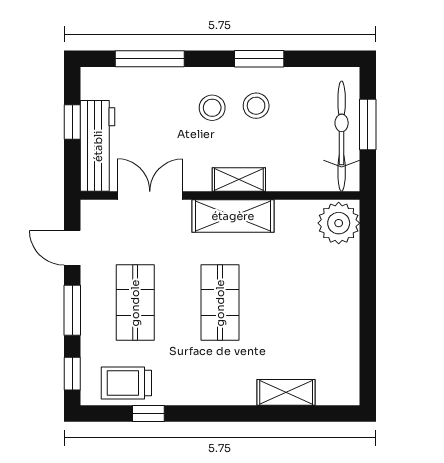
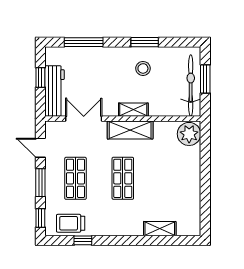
stool: (212, 108) -> (118, 70), removed

